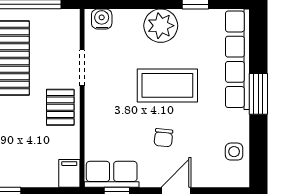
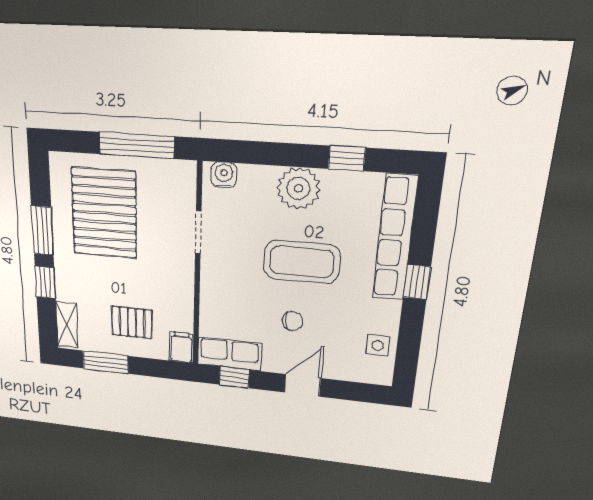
window: (258, 94) -> (417, 282), width x0.67
pallet: (60, 107) -> (132, 322), moved, turned 90
chair: (163, 138) -> (292, 321), turned -106

